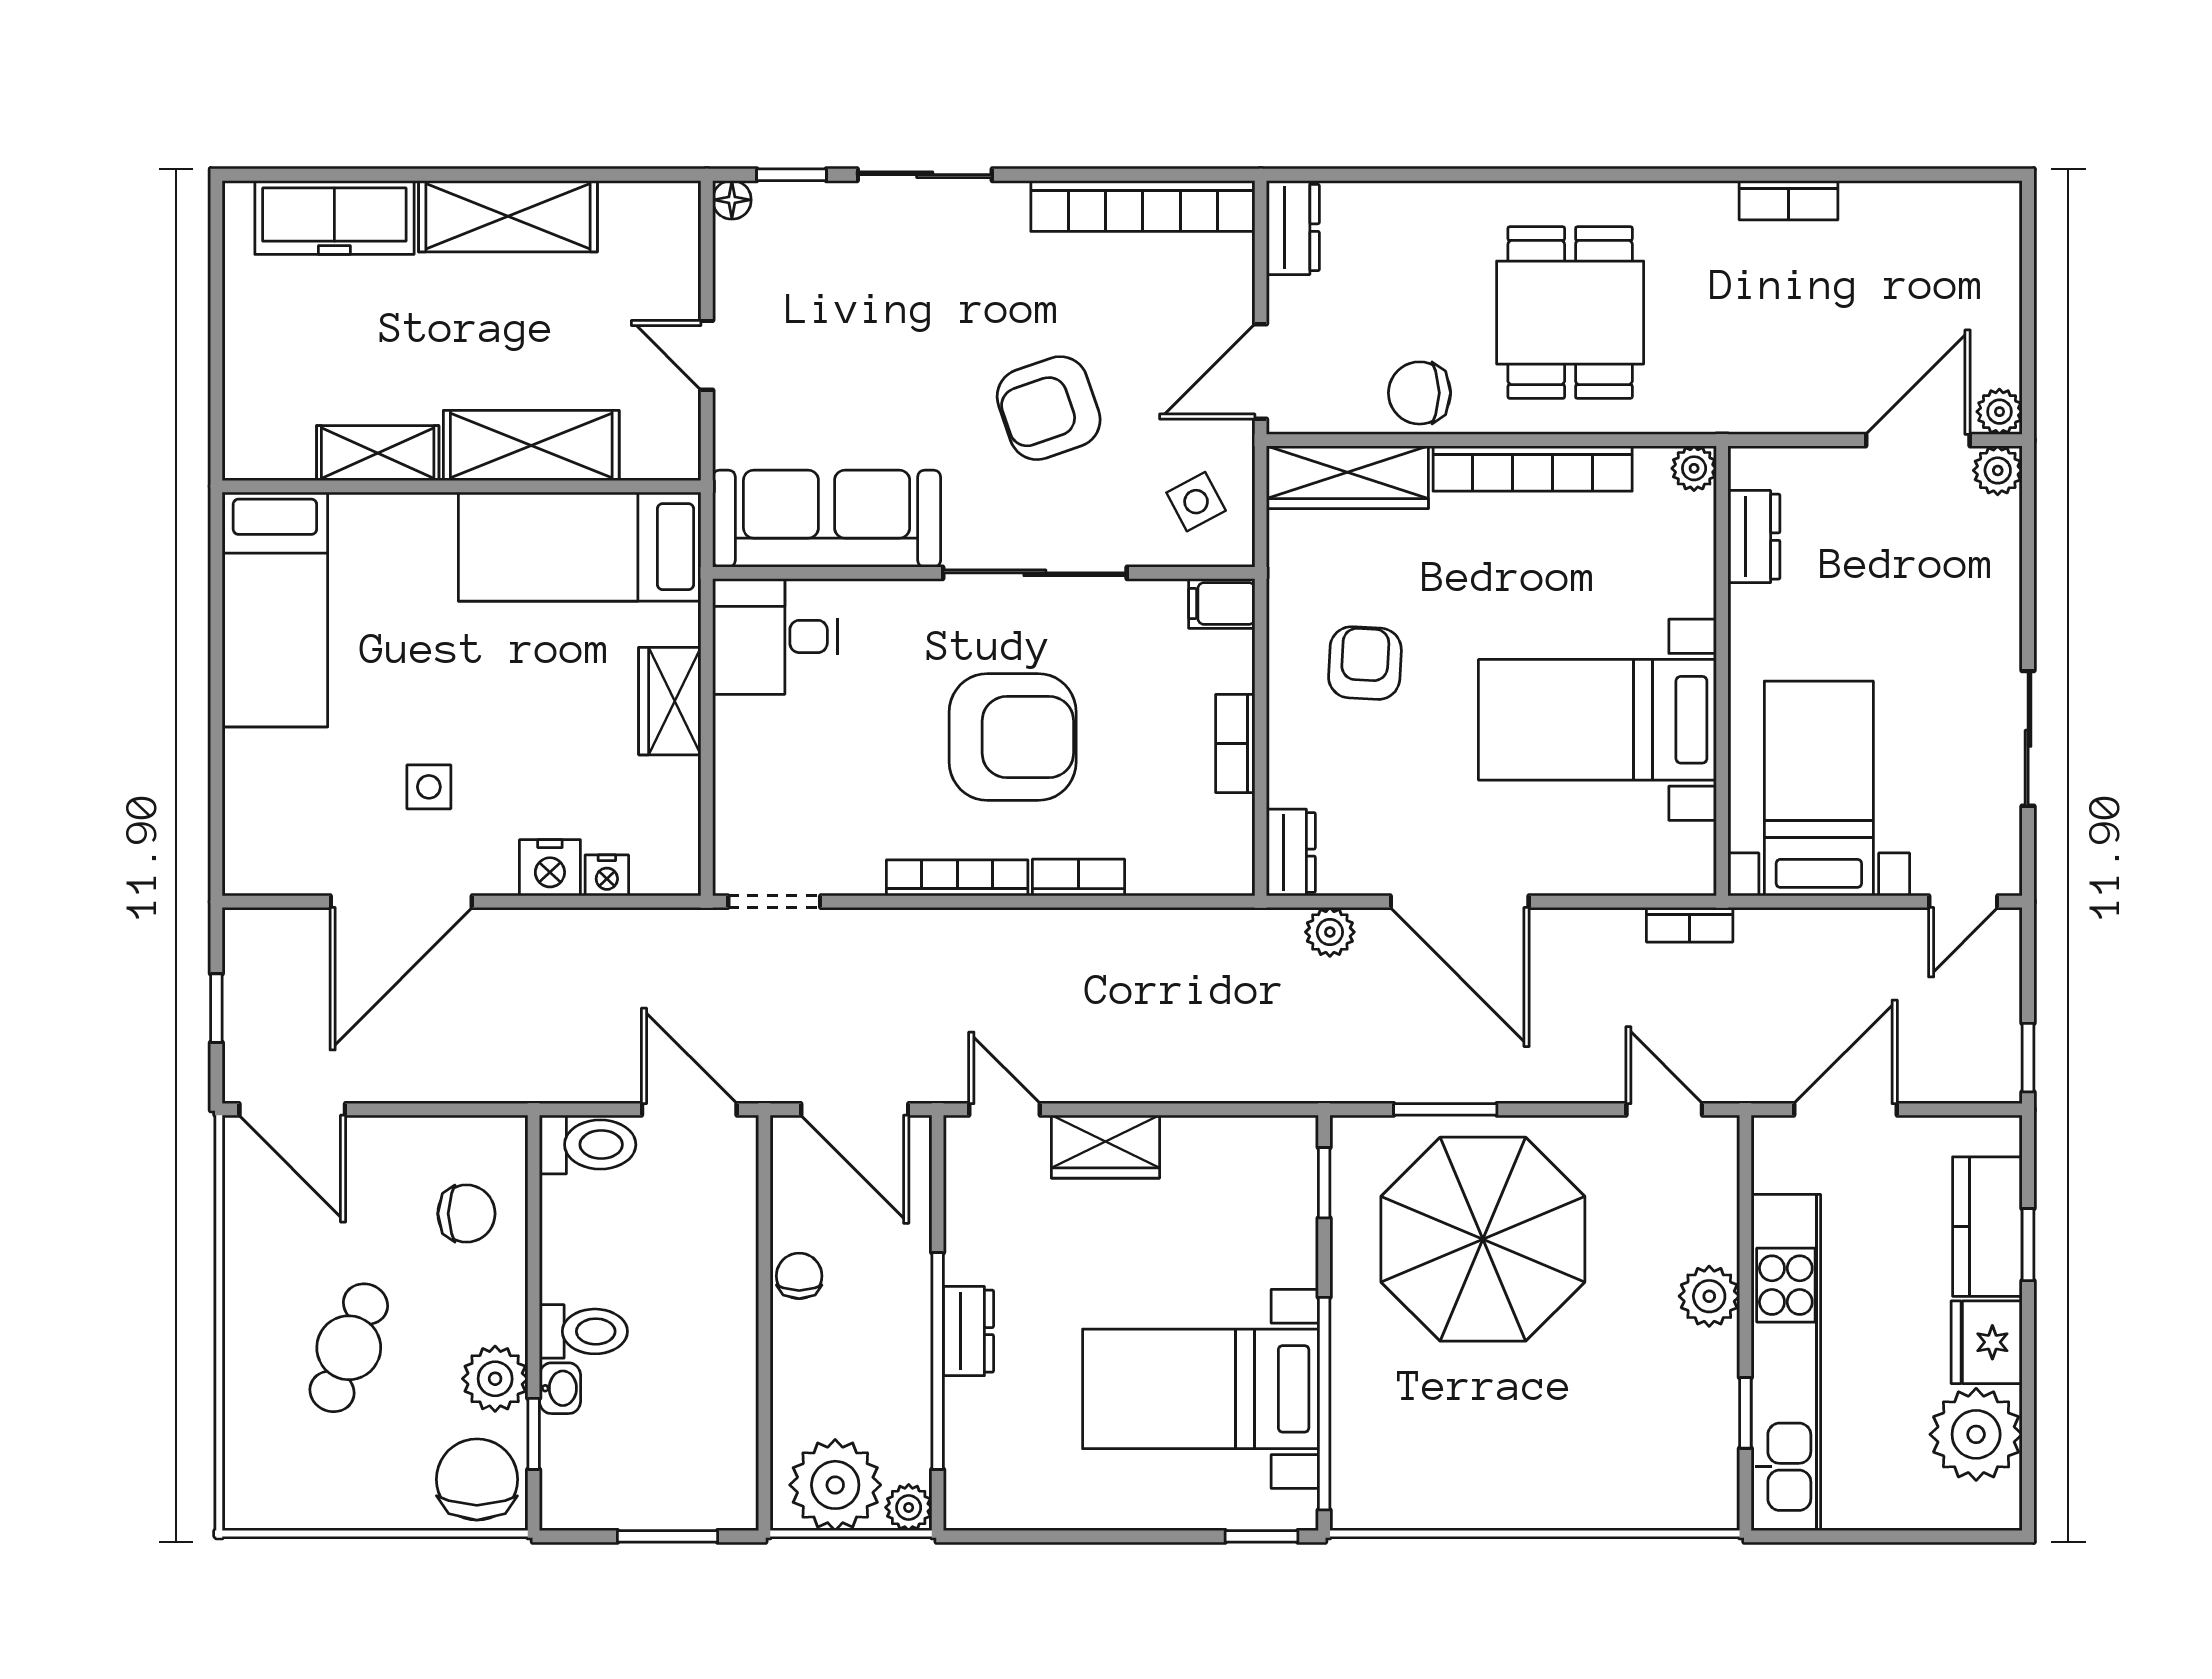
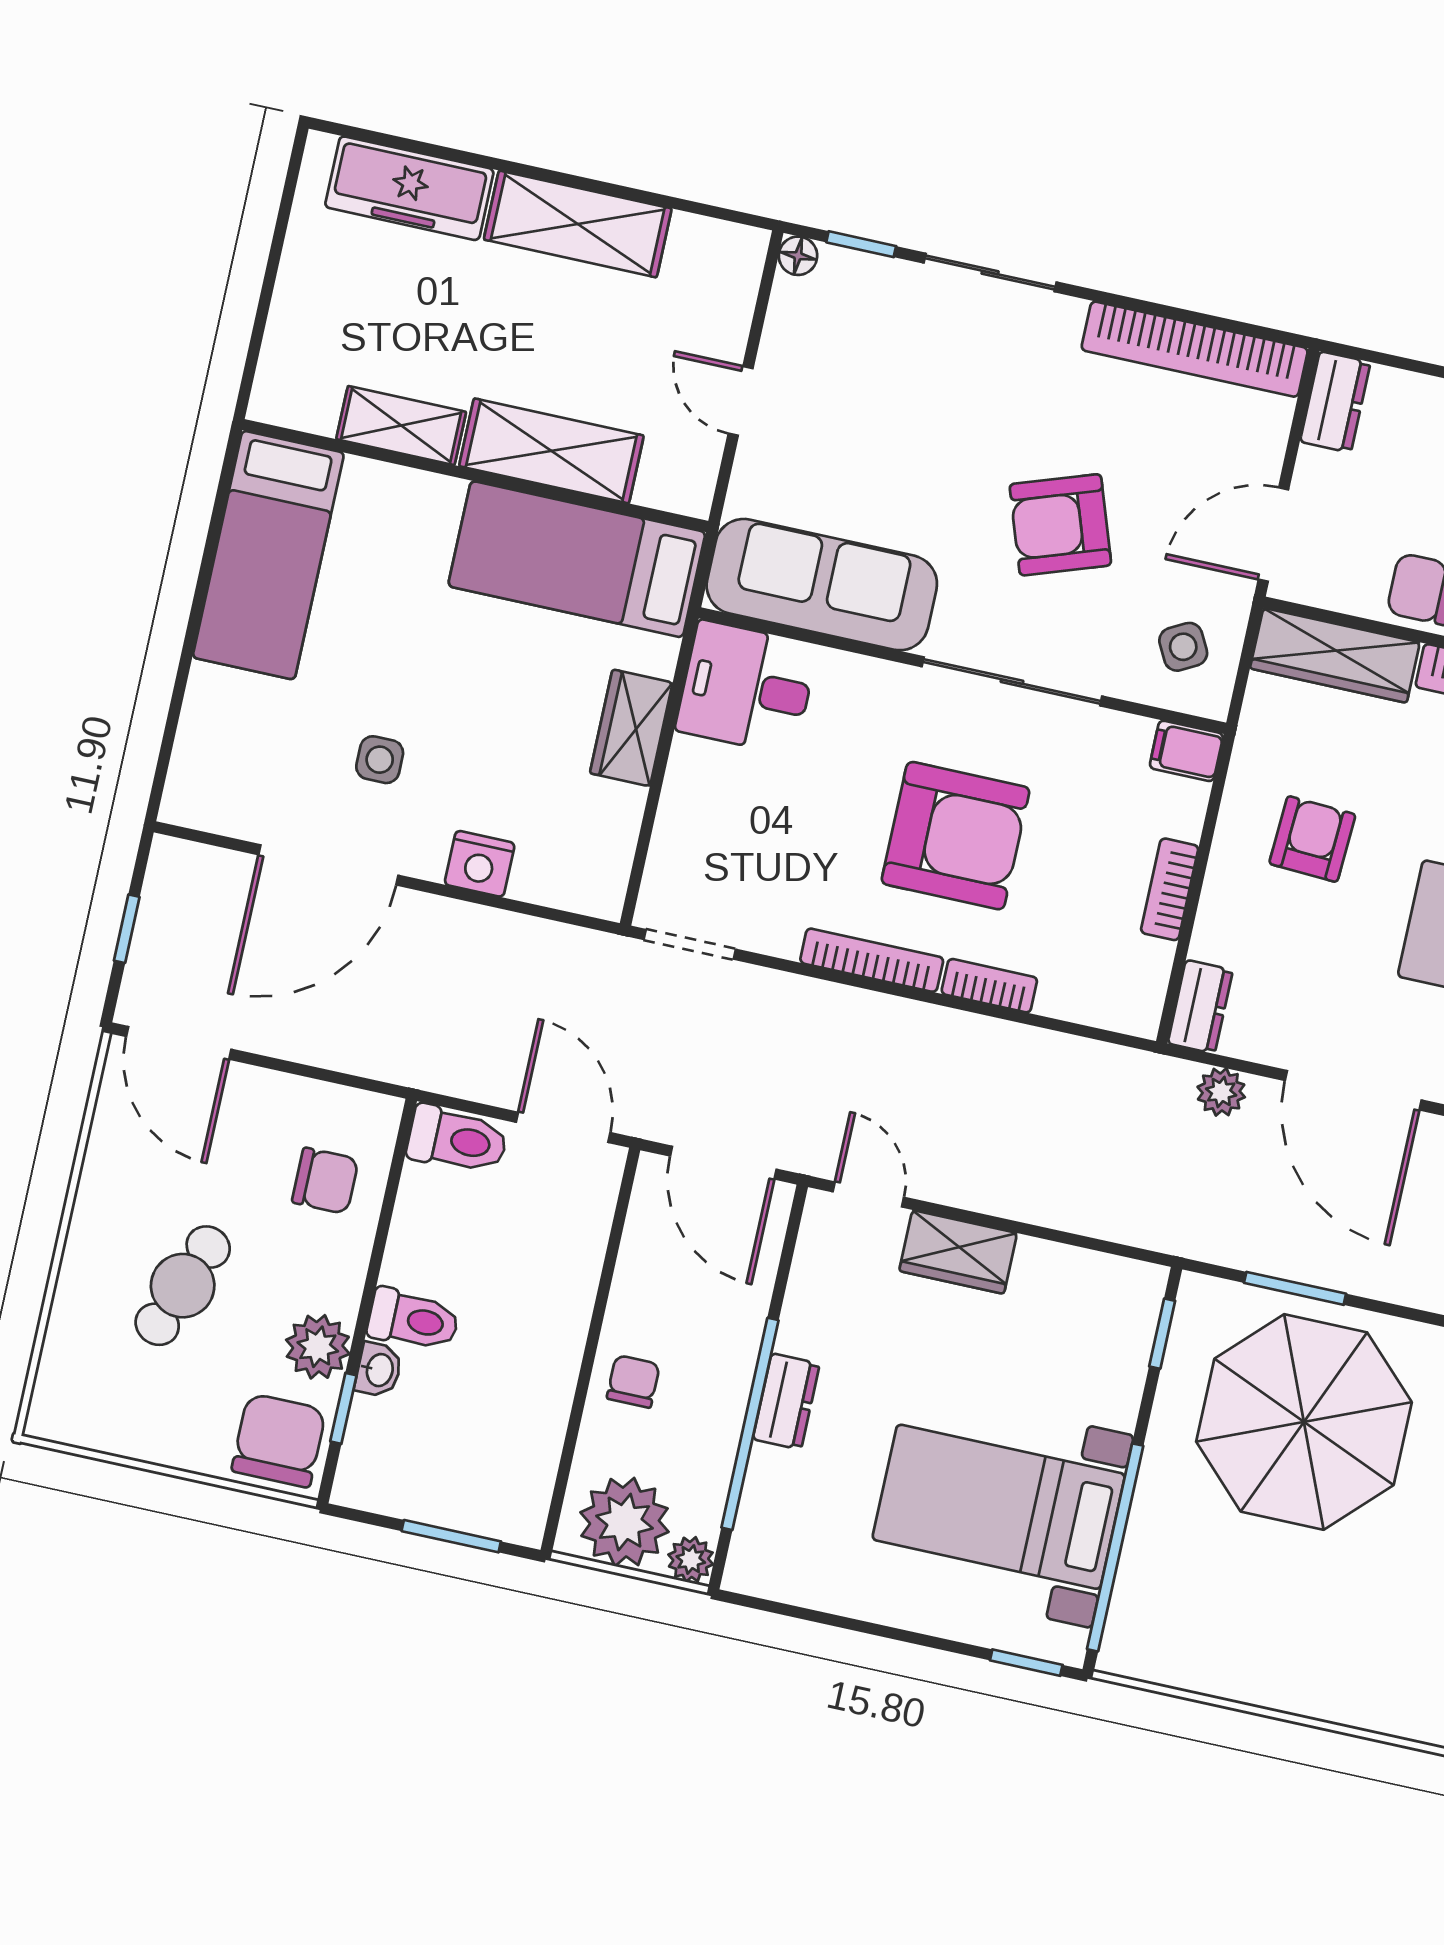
nightstand: (607, 875) -> (533, 883), removed
chair: (799, 1276) -> (633, 1381), moved

